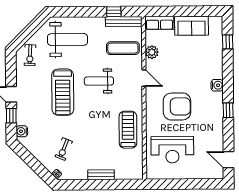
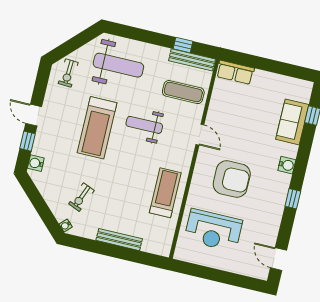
sofa: (191, 26) -> (292, 122), moved, turned 90
plant: (152, 52) -> (217, 106), removed
bench: (101, 175) -> (119, 240), width x1.36

